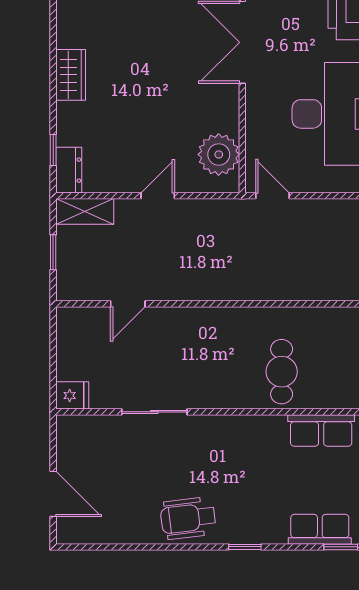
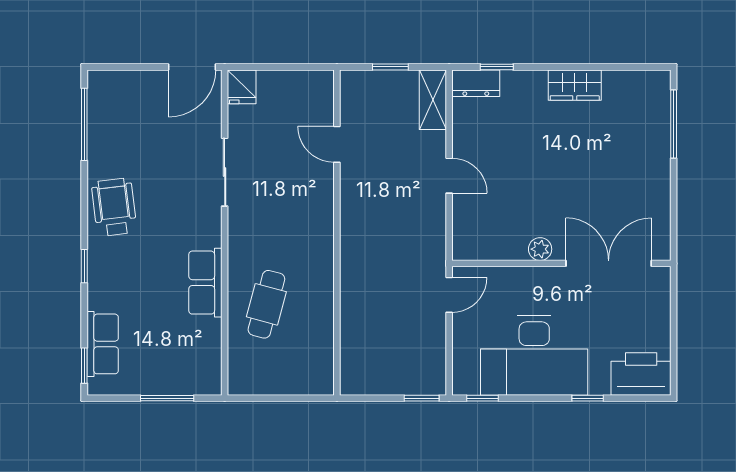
plant: (219, 154) -> (540, 249), moved, width x0.53, depth x0.53
cafe table: (282, 372) -> (266, 304), turned -75
row of seats: (321, 430) -> (205, 283), moved
door: (53, 494) -> (192, 67), moved
window: (108, 547) -> (84, 124), added

